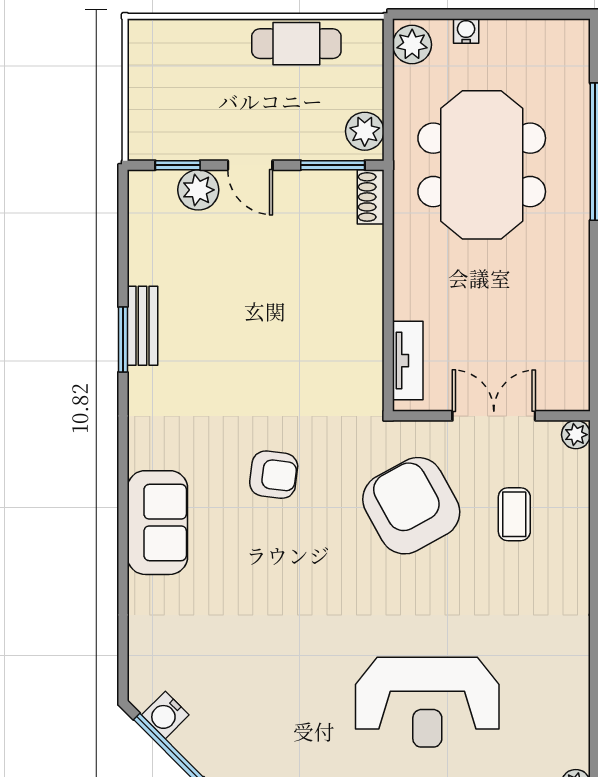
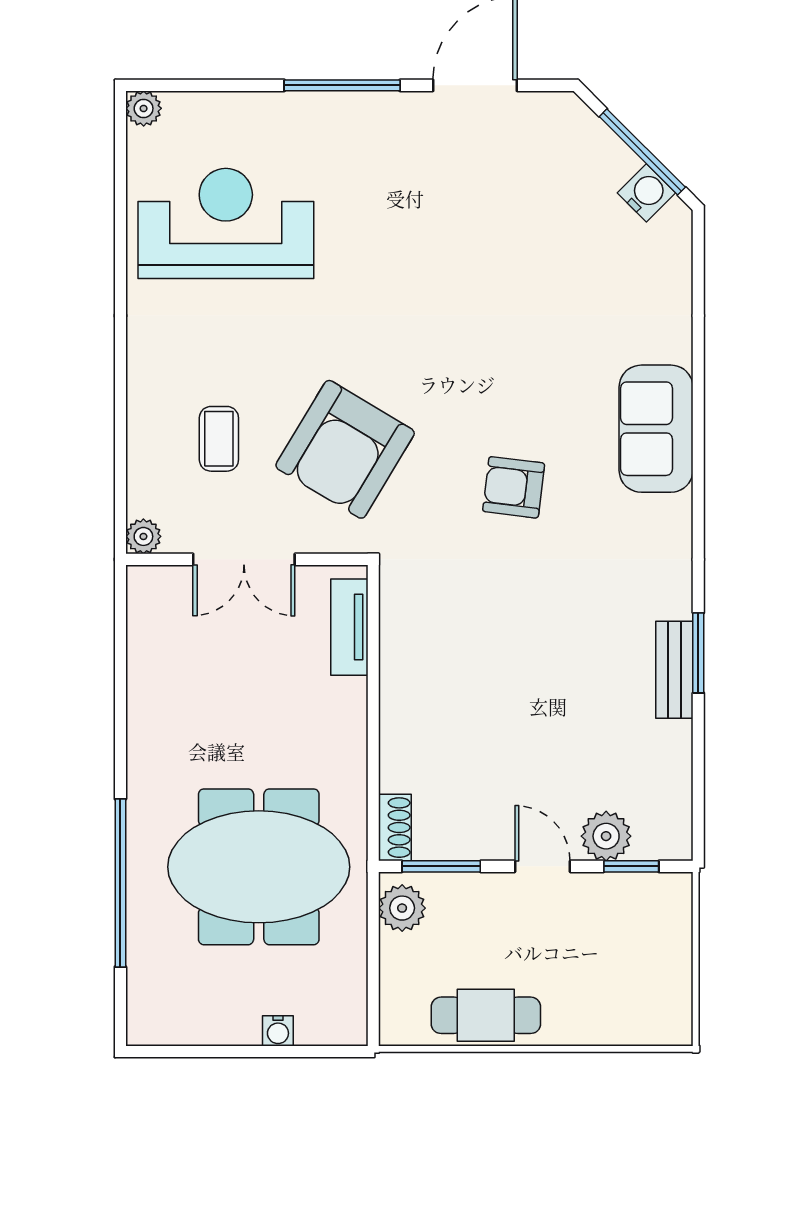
plant: (412, 45) -> (344, 1014), removed
meeting table: (482, 165) -> (259, 867), turned 90
armchair: (411, 506) -> (345, 449), turned 60
reception desk: (427, 702) -> (226, 223), moved

